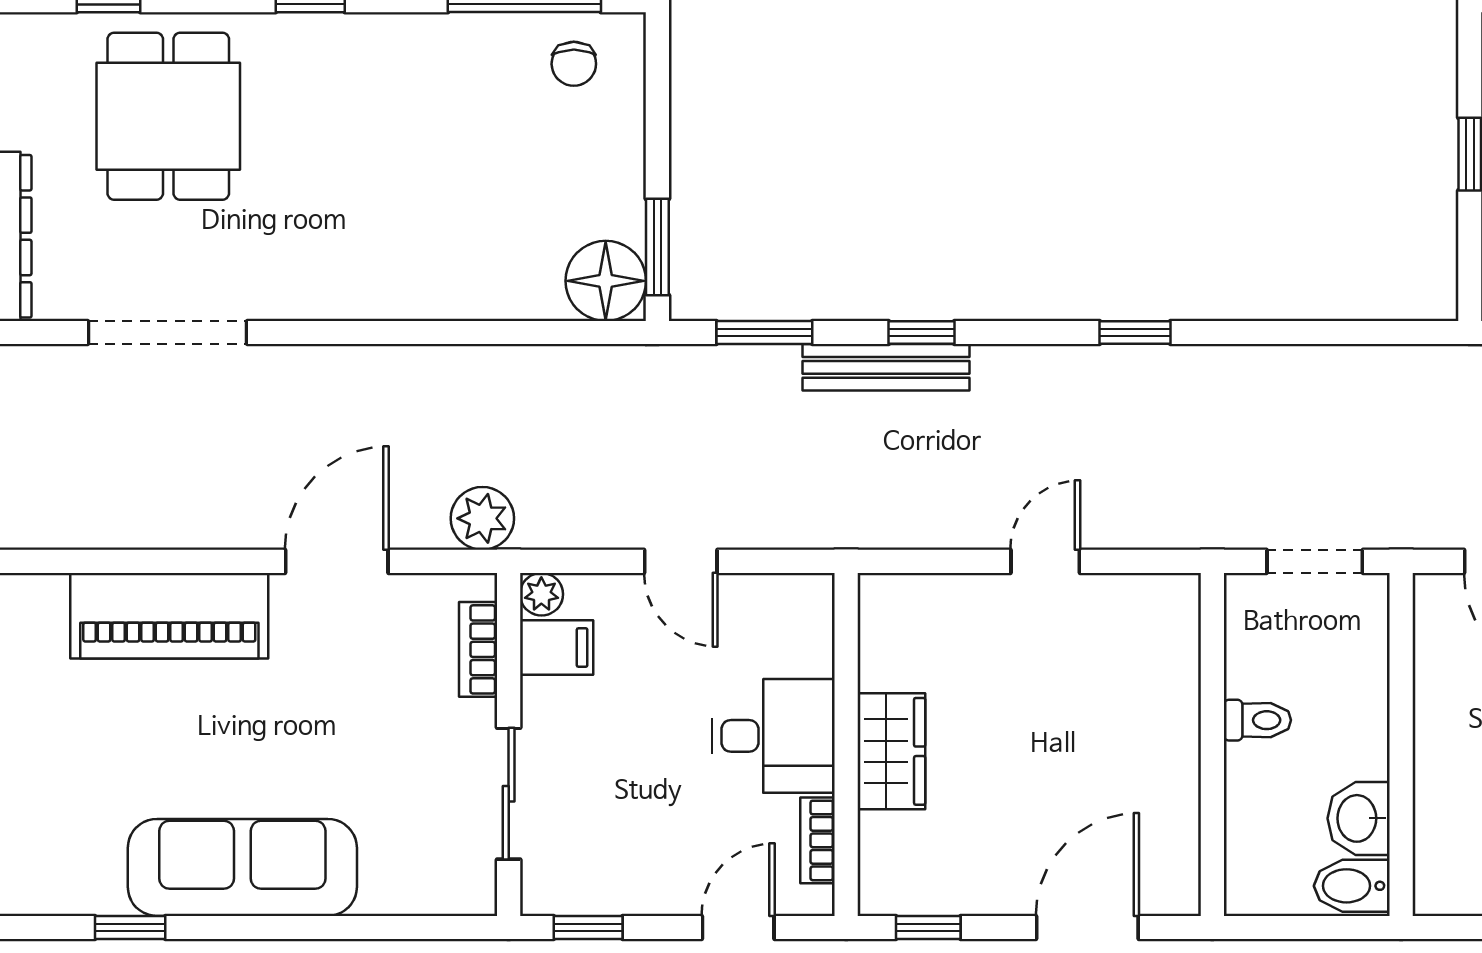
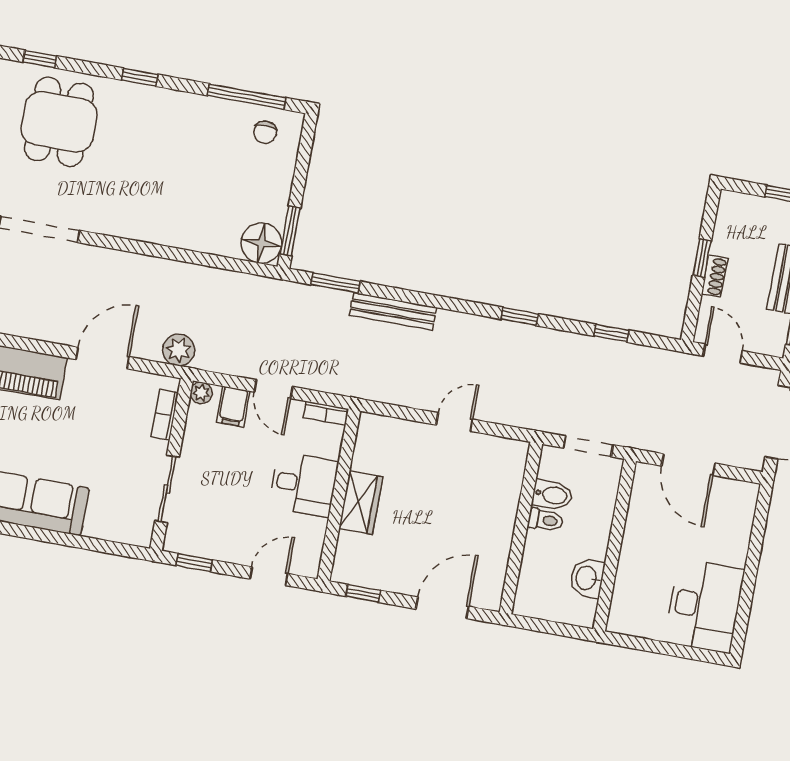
window: (922, 333) -> (611, 333), moved
filing cabinet: (557, 648) -> (233, 406), moved, turned 90
bookcase: (818, 840) -> (326, 413), moved, turned -90
bidet: (1352, 886) -> (552, 495), moved, turned 180

